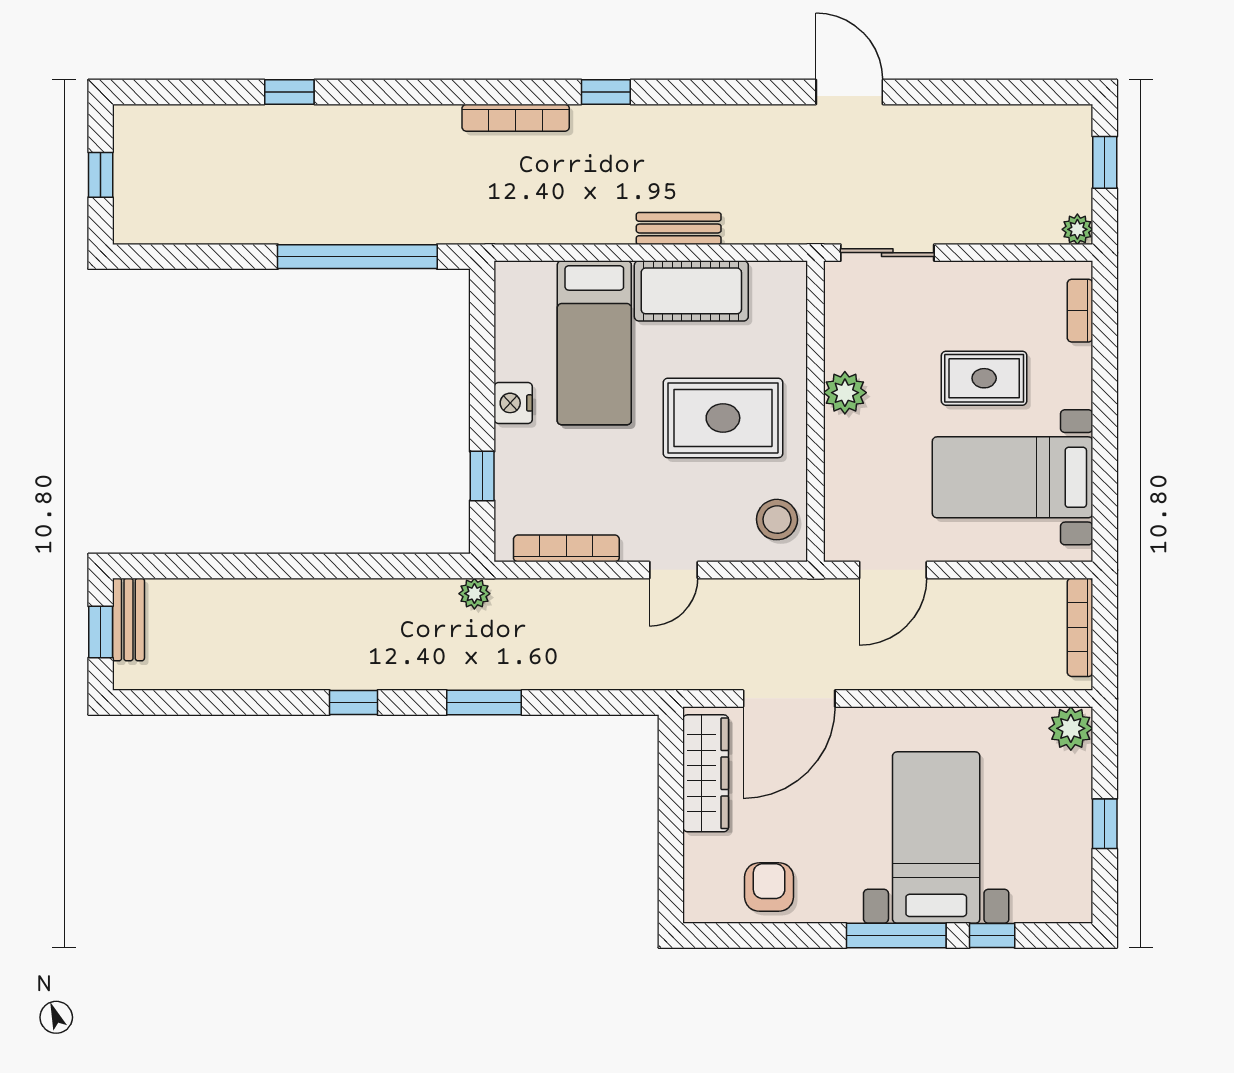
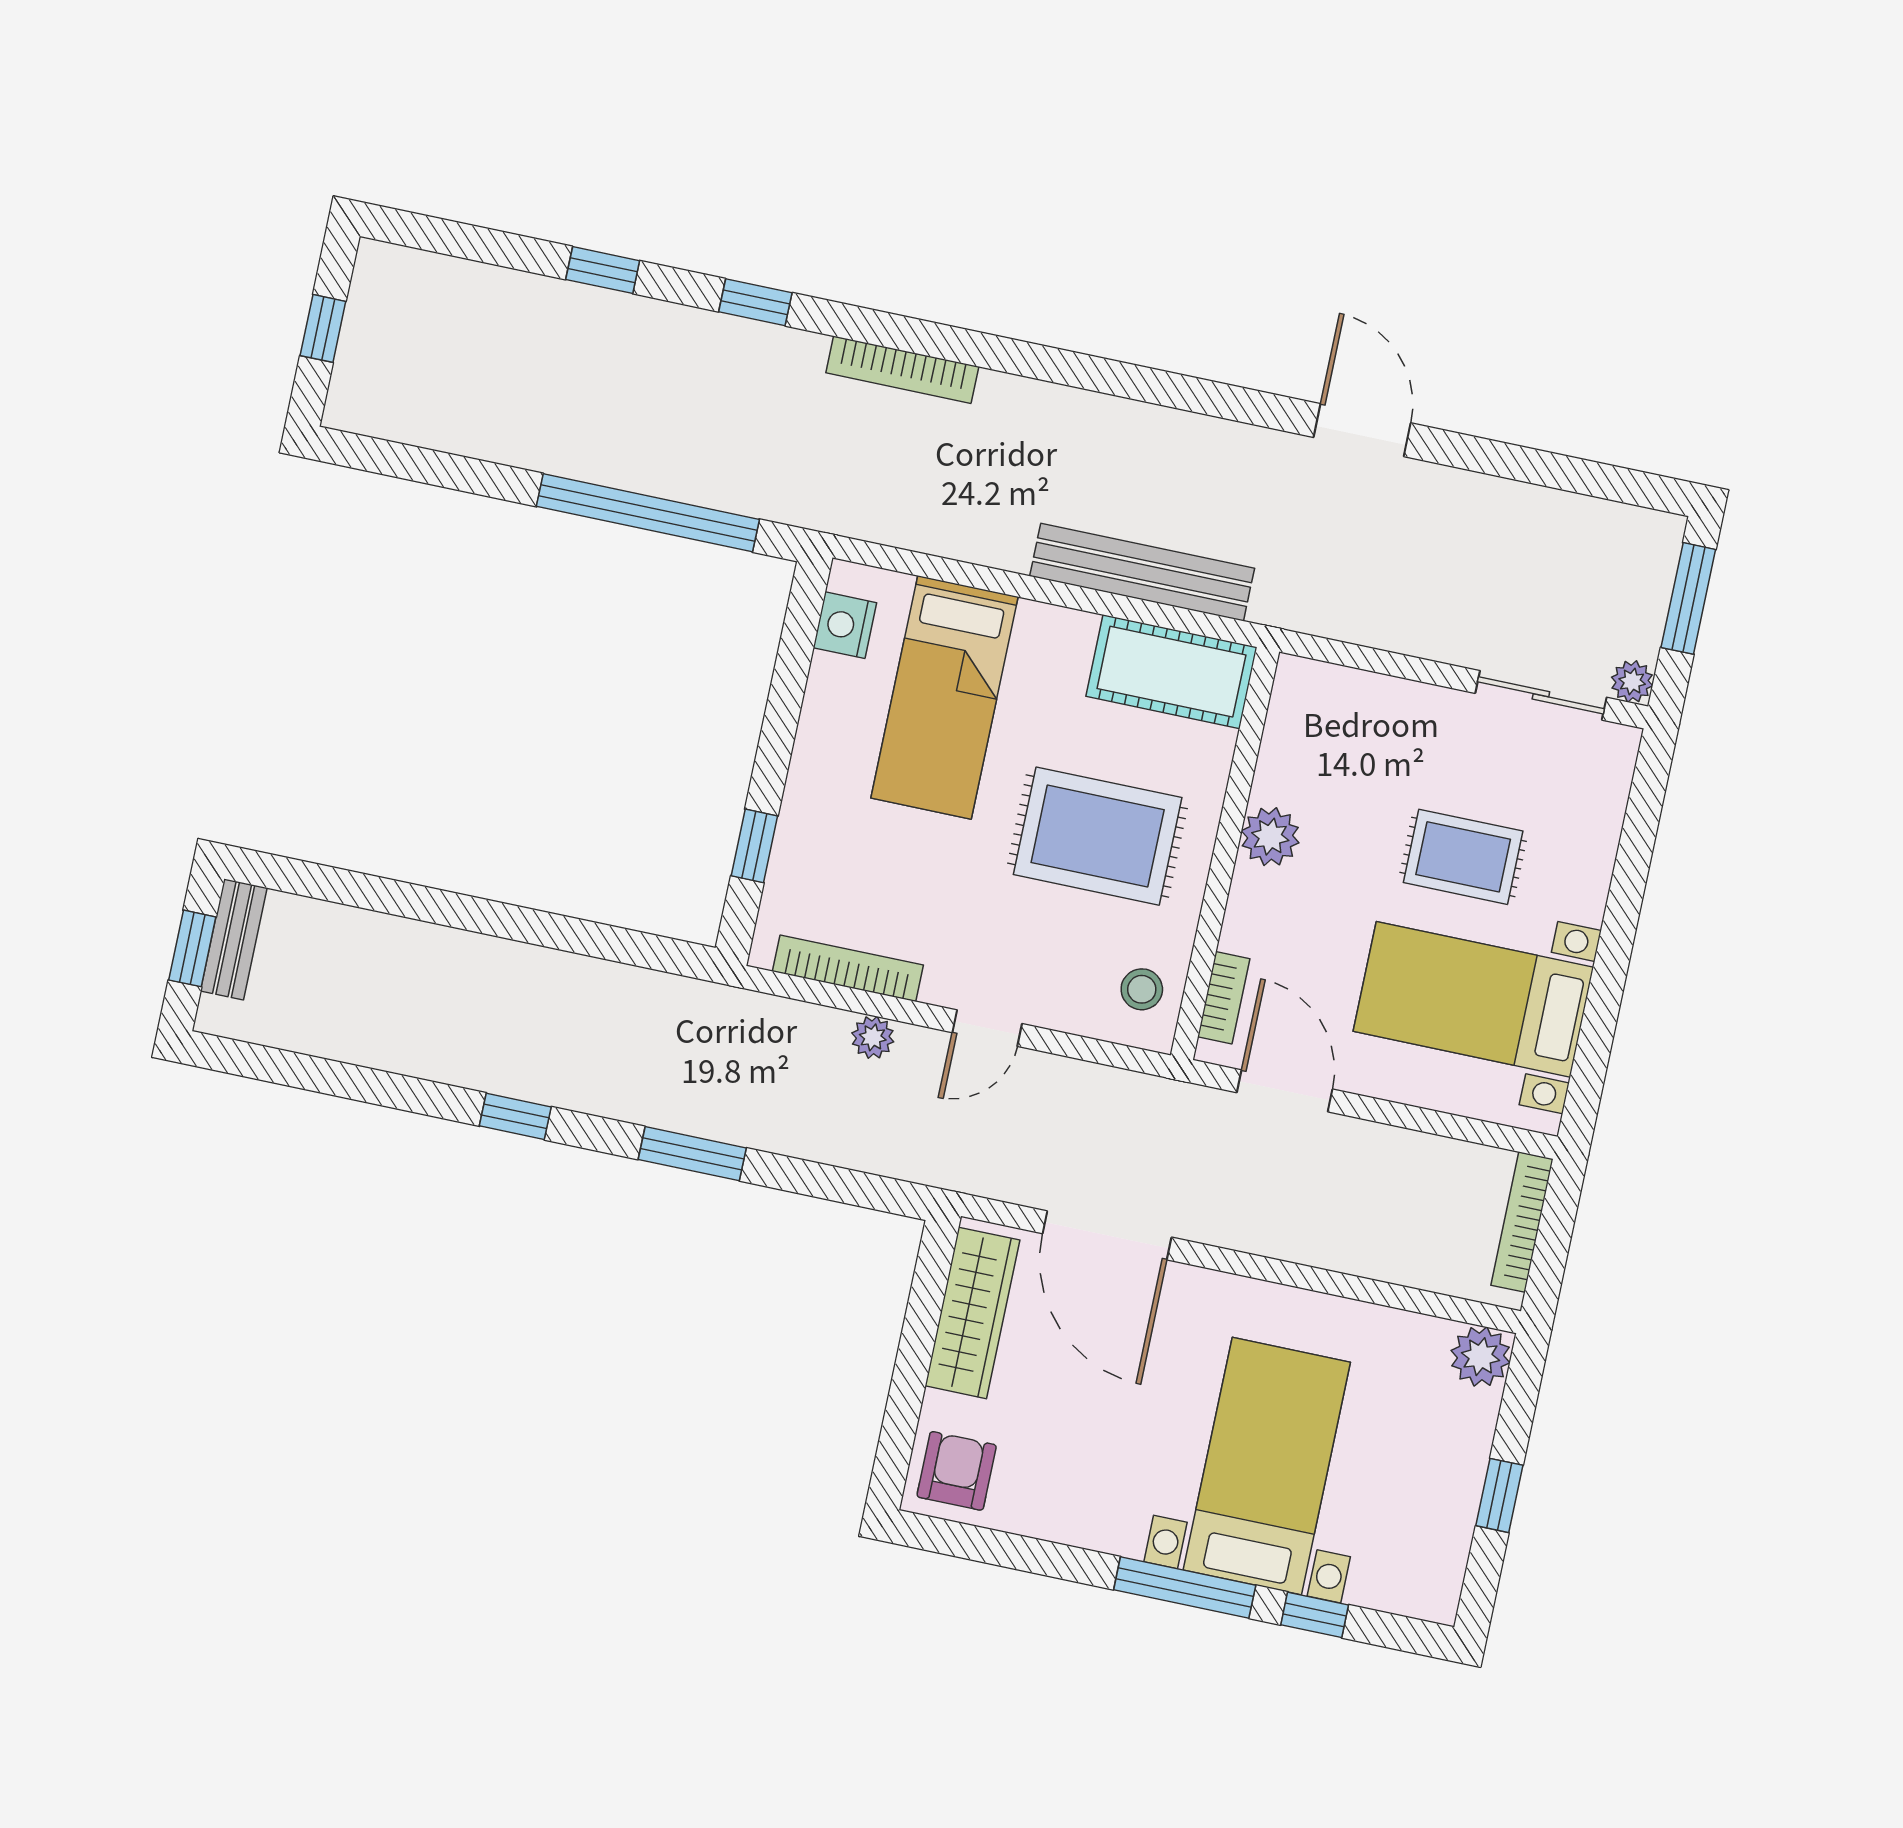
window: (606, 92) -> (755, 302), moved
window: (1105, 162) -> (1688, 598), width x1.50
bench: (679, 228) -> (1142, 572), width x1.86, depth x1.21
sliding door: (887, 253) -> (1541, 695), moved
cot: (691, 291) -> (1171, 672), moved
bookcase: (1080, 311) -> (1224, 998), moved, turned 180
nightstand: (513, 403) -> (845, 625), moved
stool: (777, 520) -> (1142, 989), width x0.73, depth x0.73
door: (893, 570) -> (1285, 1091), swing flipped
plant: (474, 594) -> (873, 1037), moved
door: (789, 698) -> (1107, 1235), hinge flipped
armchair: (769, 887) -> (957, 1471), moved

